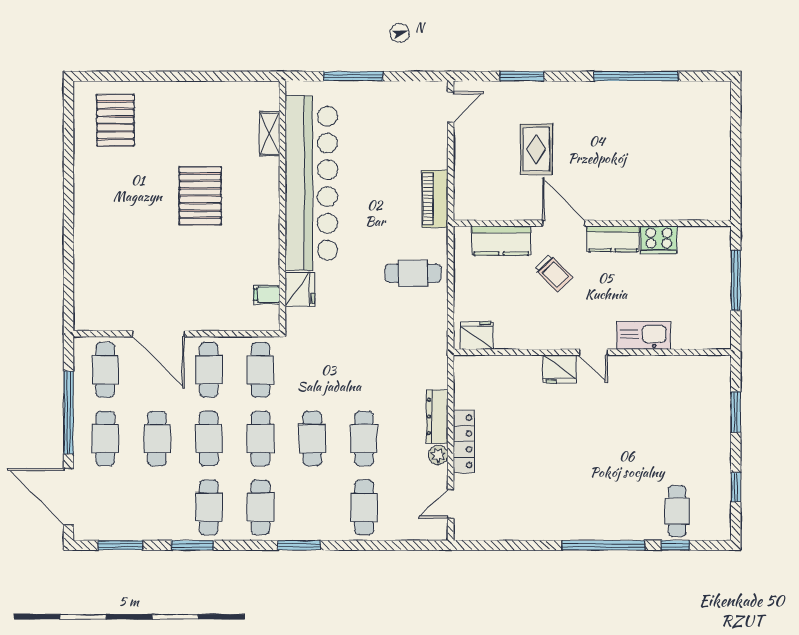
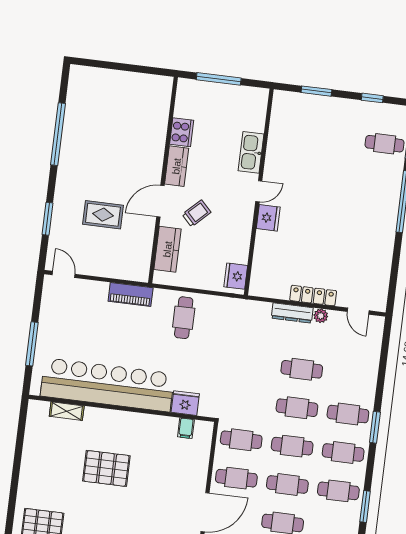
cafe table: (364, 507) -> (348, 414), moved

